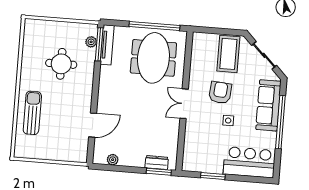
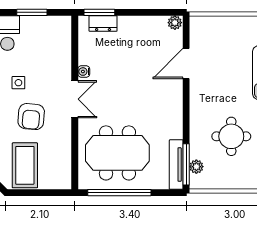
meeting table: (153, 58) -> (117, 153), turned 90
water cooler: (175, 125) -> (84, 72), added
plant: (113, 160) -> (175, 23), moved

